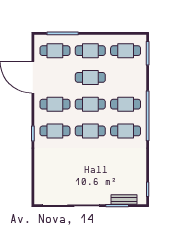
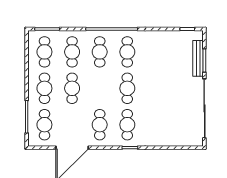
cafe table: (90, 104) -> (72, 52), moved
bench: (124, 200) -> (198, 58), width x1.36

